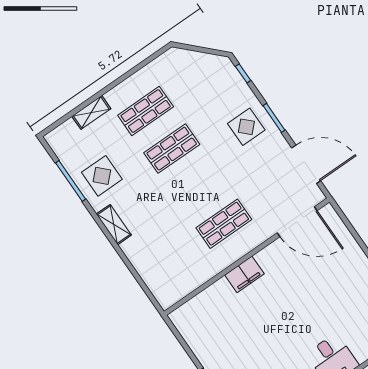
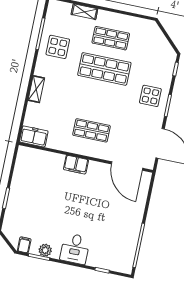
shop shelf: (172, 149) -> (104, 69), width x1.43, depth x1.36
shelving: (114, 225) -> (36, 89), moved
freezer: (172, 291) -> (34, 136), added

